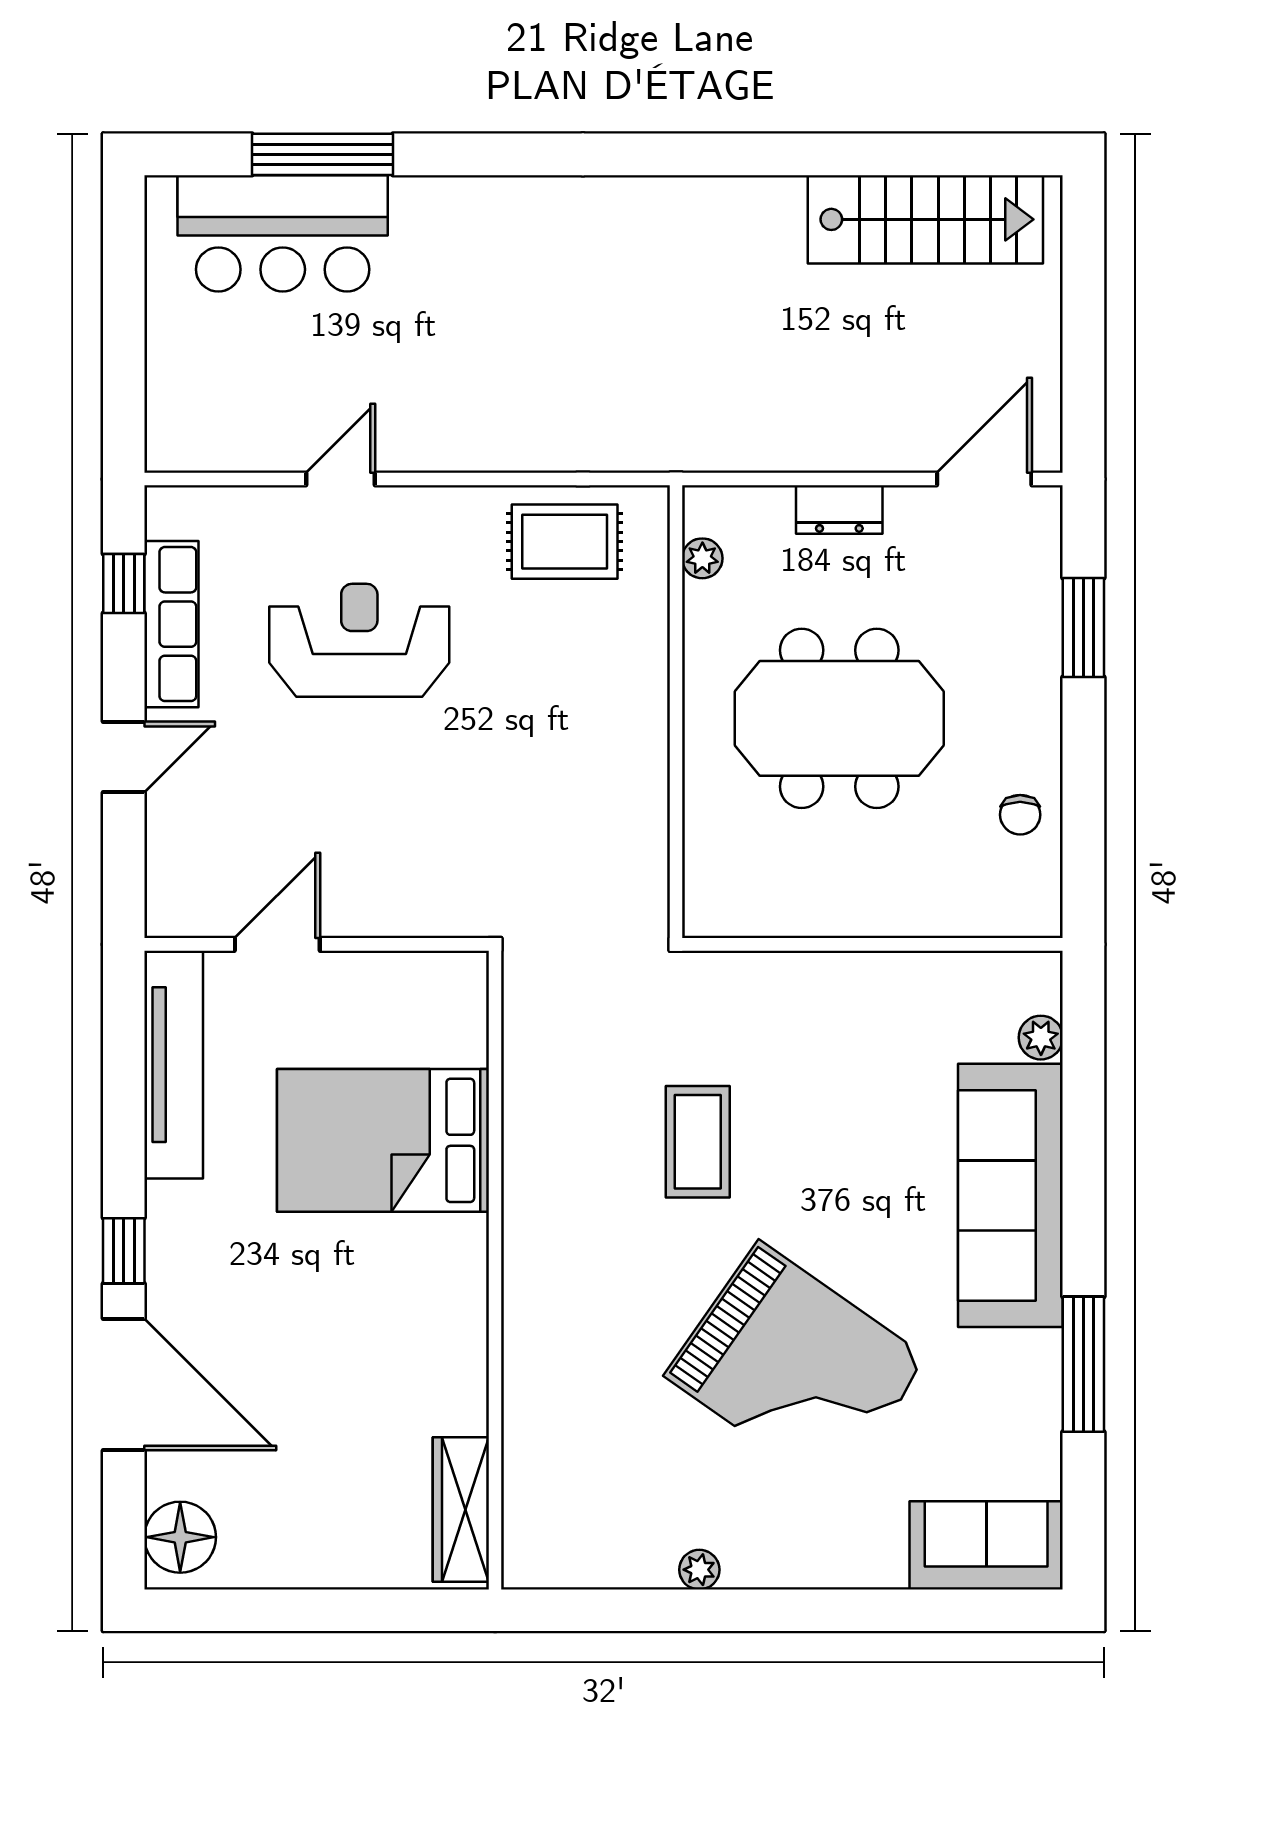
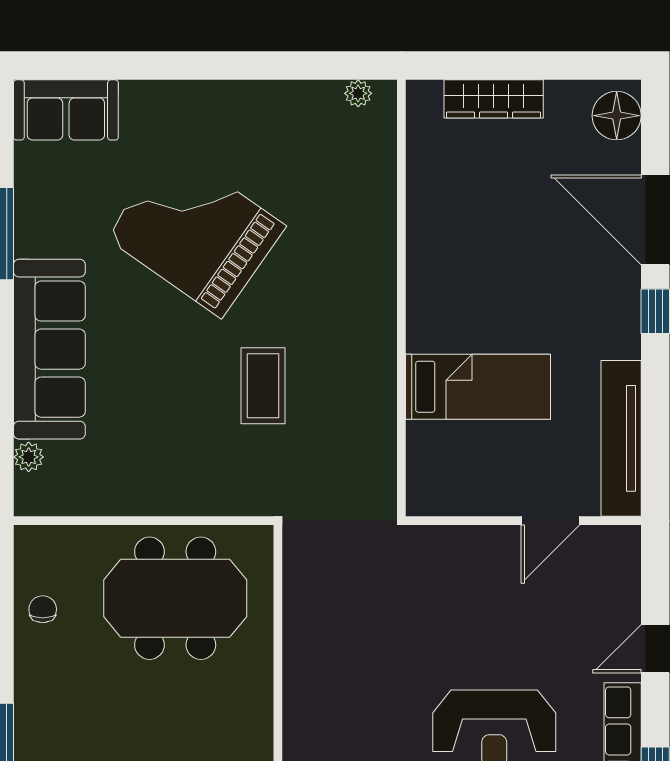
meeting table: (839, 718) -> (175, 598), moved
bed: (383, 1140) -> (478, 387), width x0.67
wardrobe: (461, 1509) -> (494, 99), moved, turned 90
plant: (699, 1570) -> (358, 93), moved

